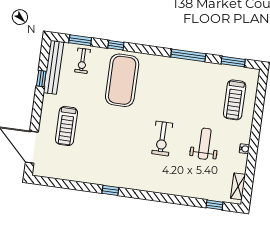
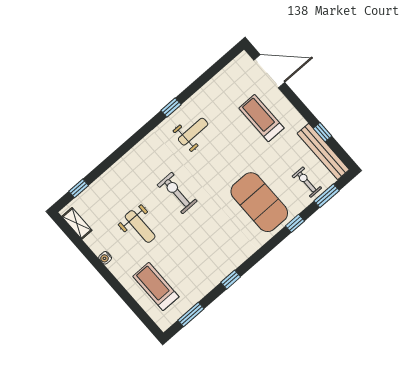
window: (188, 55) -> (231, 280), width x0.46
weight bench: (114, 163) -> (193, 132), added

